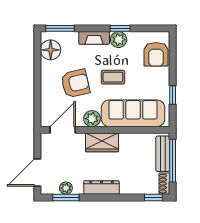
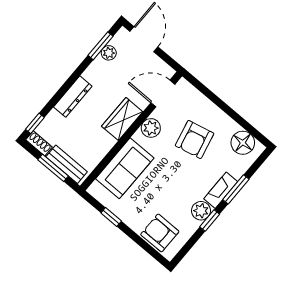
window: (60, 28) -> (236, 189), moved
coffee table: (113, 77) -> (172, 178), removed
sofa: (133, 113) -> (125, 168), width x0.73
door: (63, 130) -> (163, 94), swing flipped
window: (173, 161) -> (53, 168), width x0.69
dresser: (101, 187) -> (73, 97), moved

